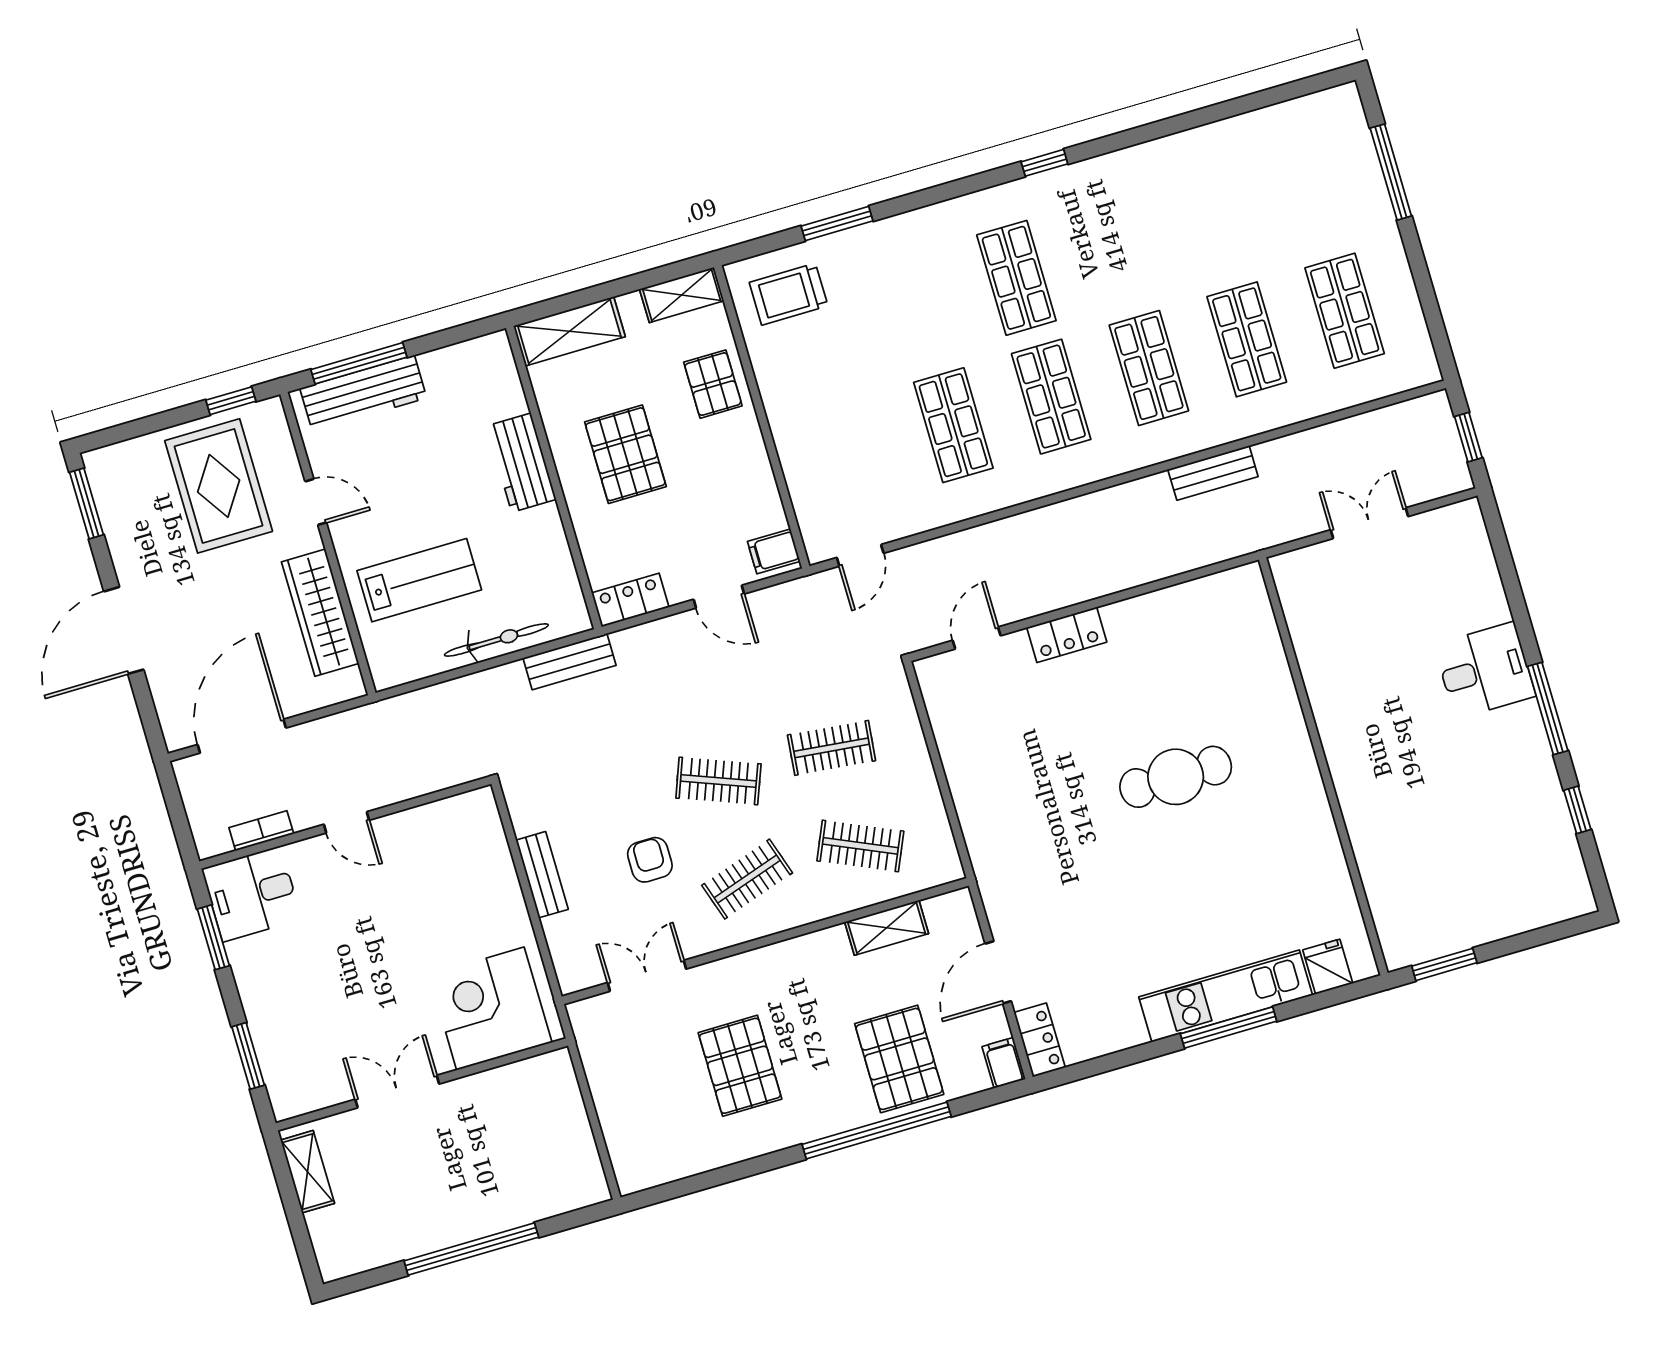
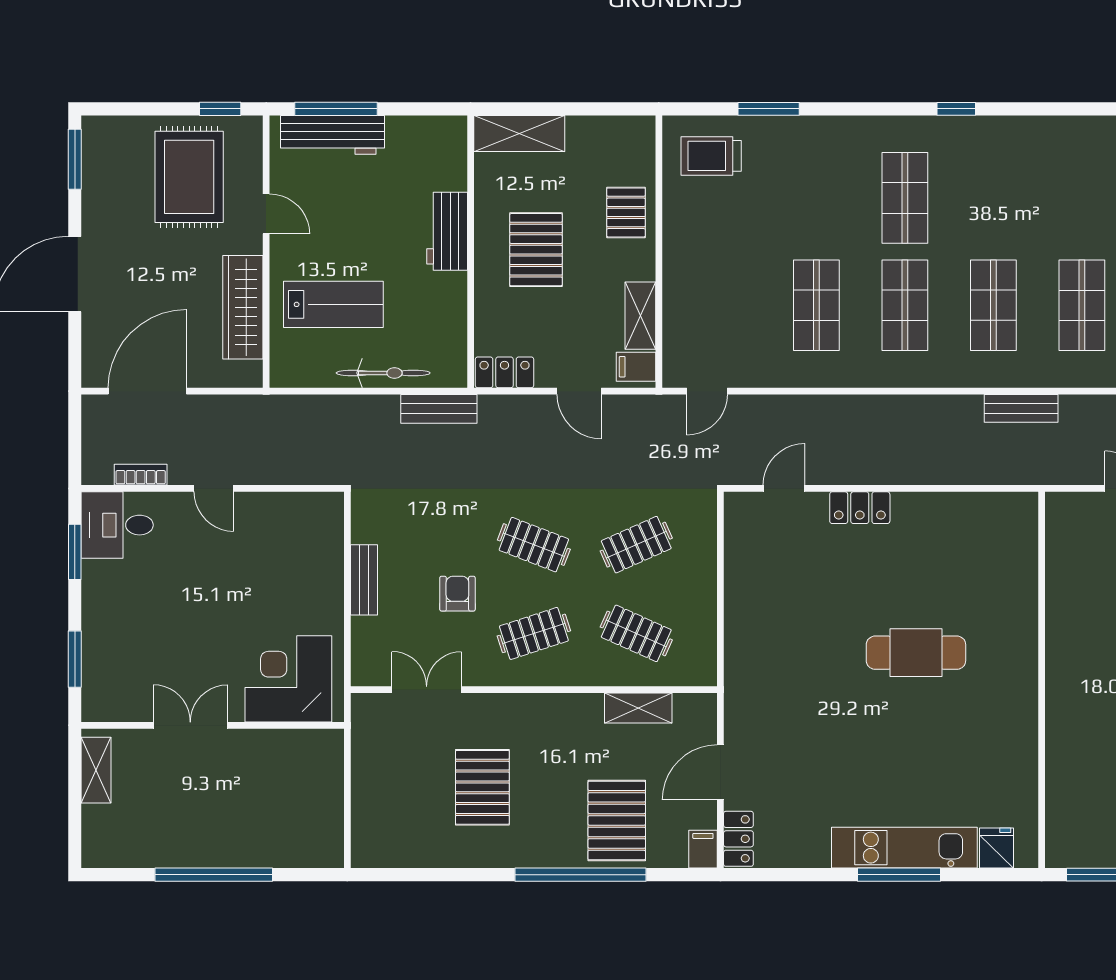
shelving: (682, 295) -> (640, 316), moved, turned 90
clothes rail: (832, 748) -> (636, 545), turned -30

